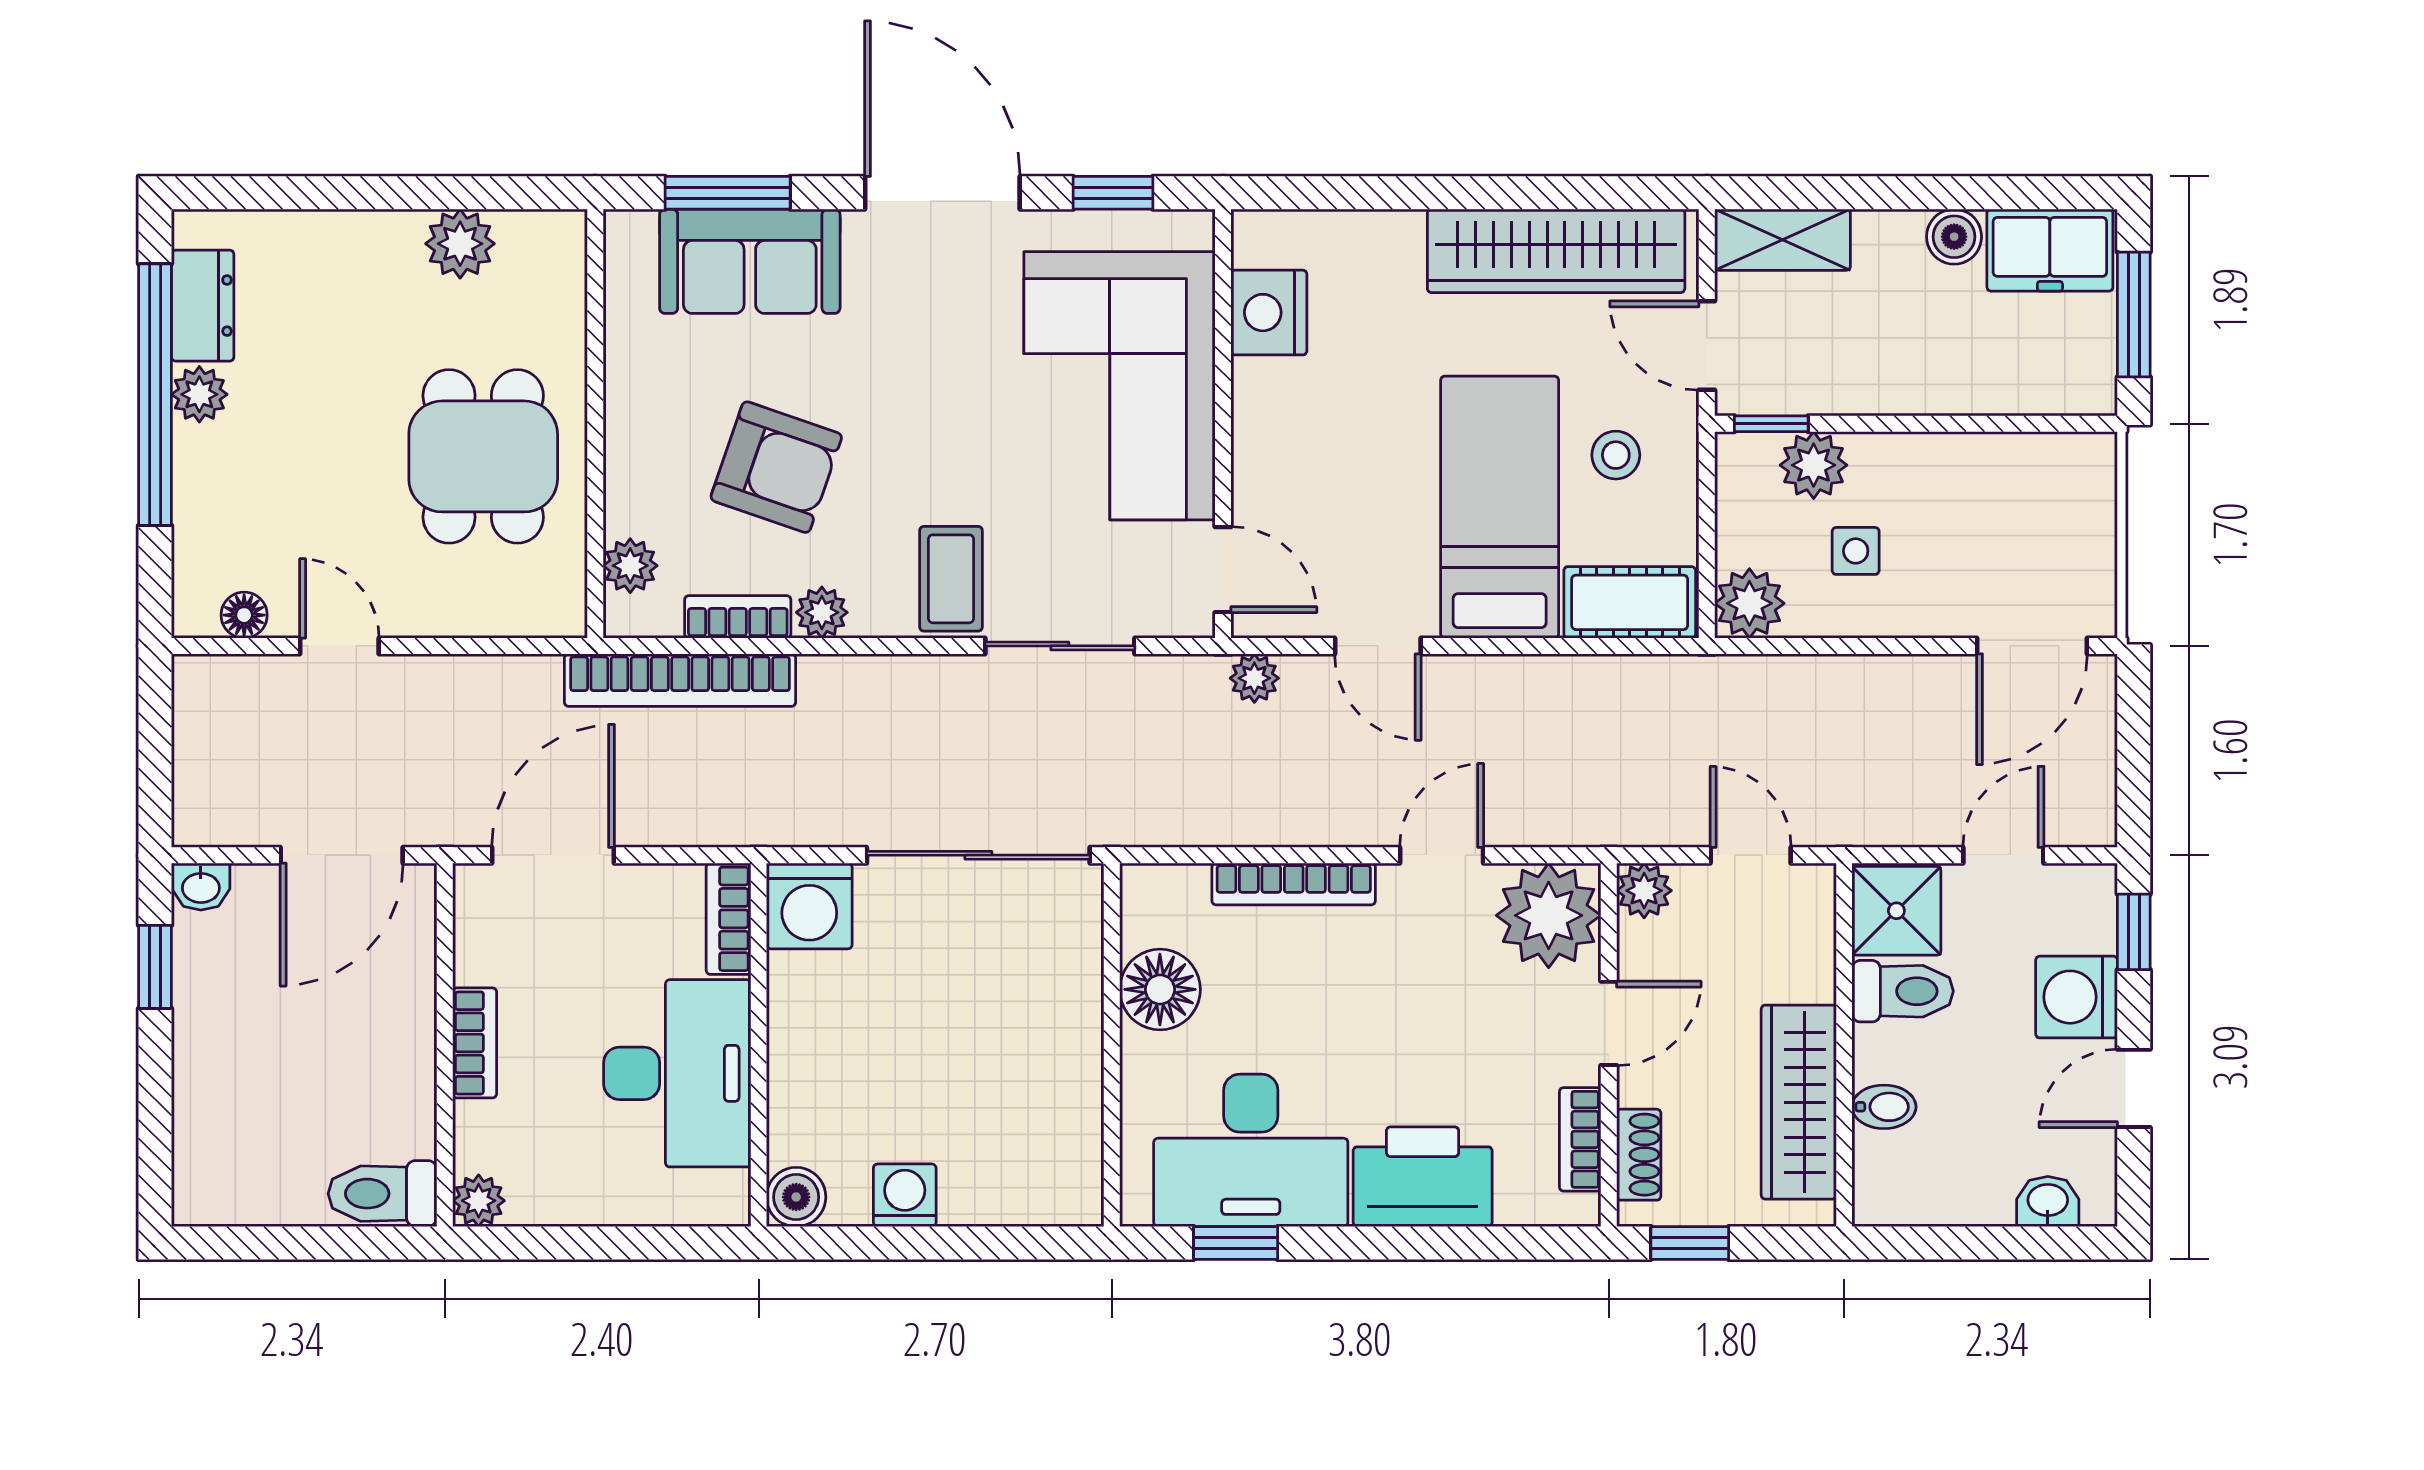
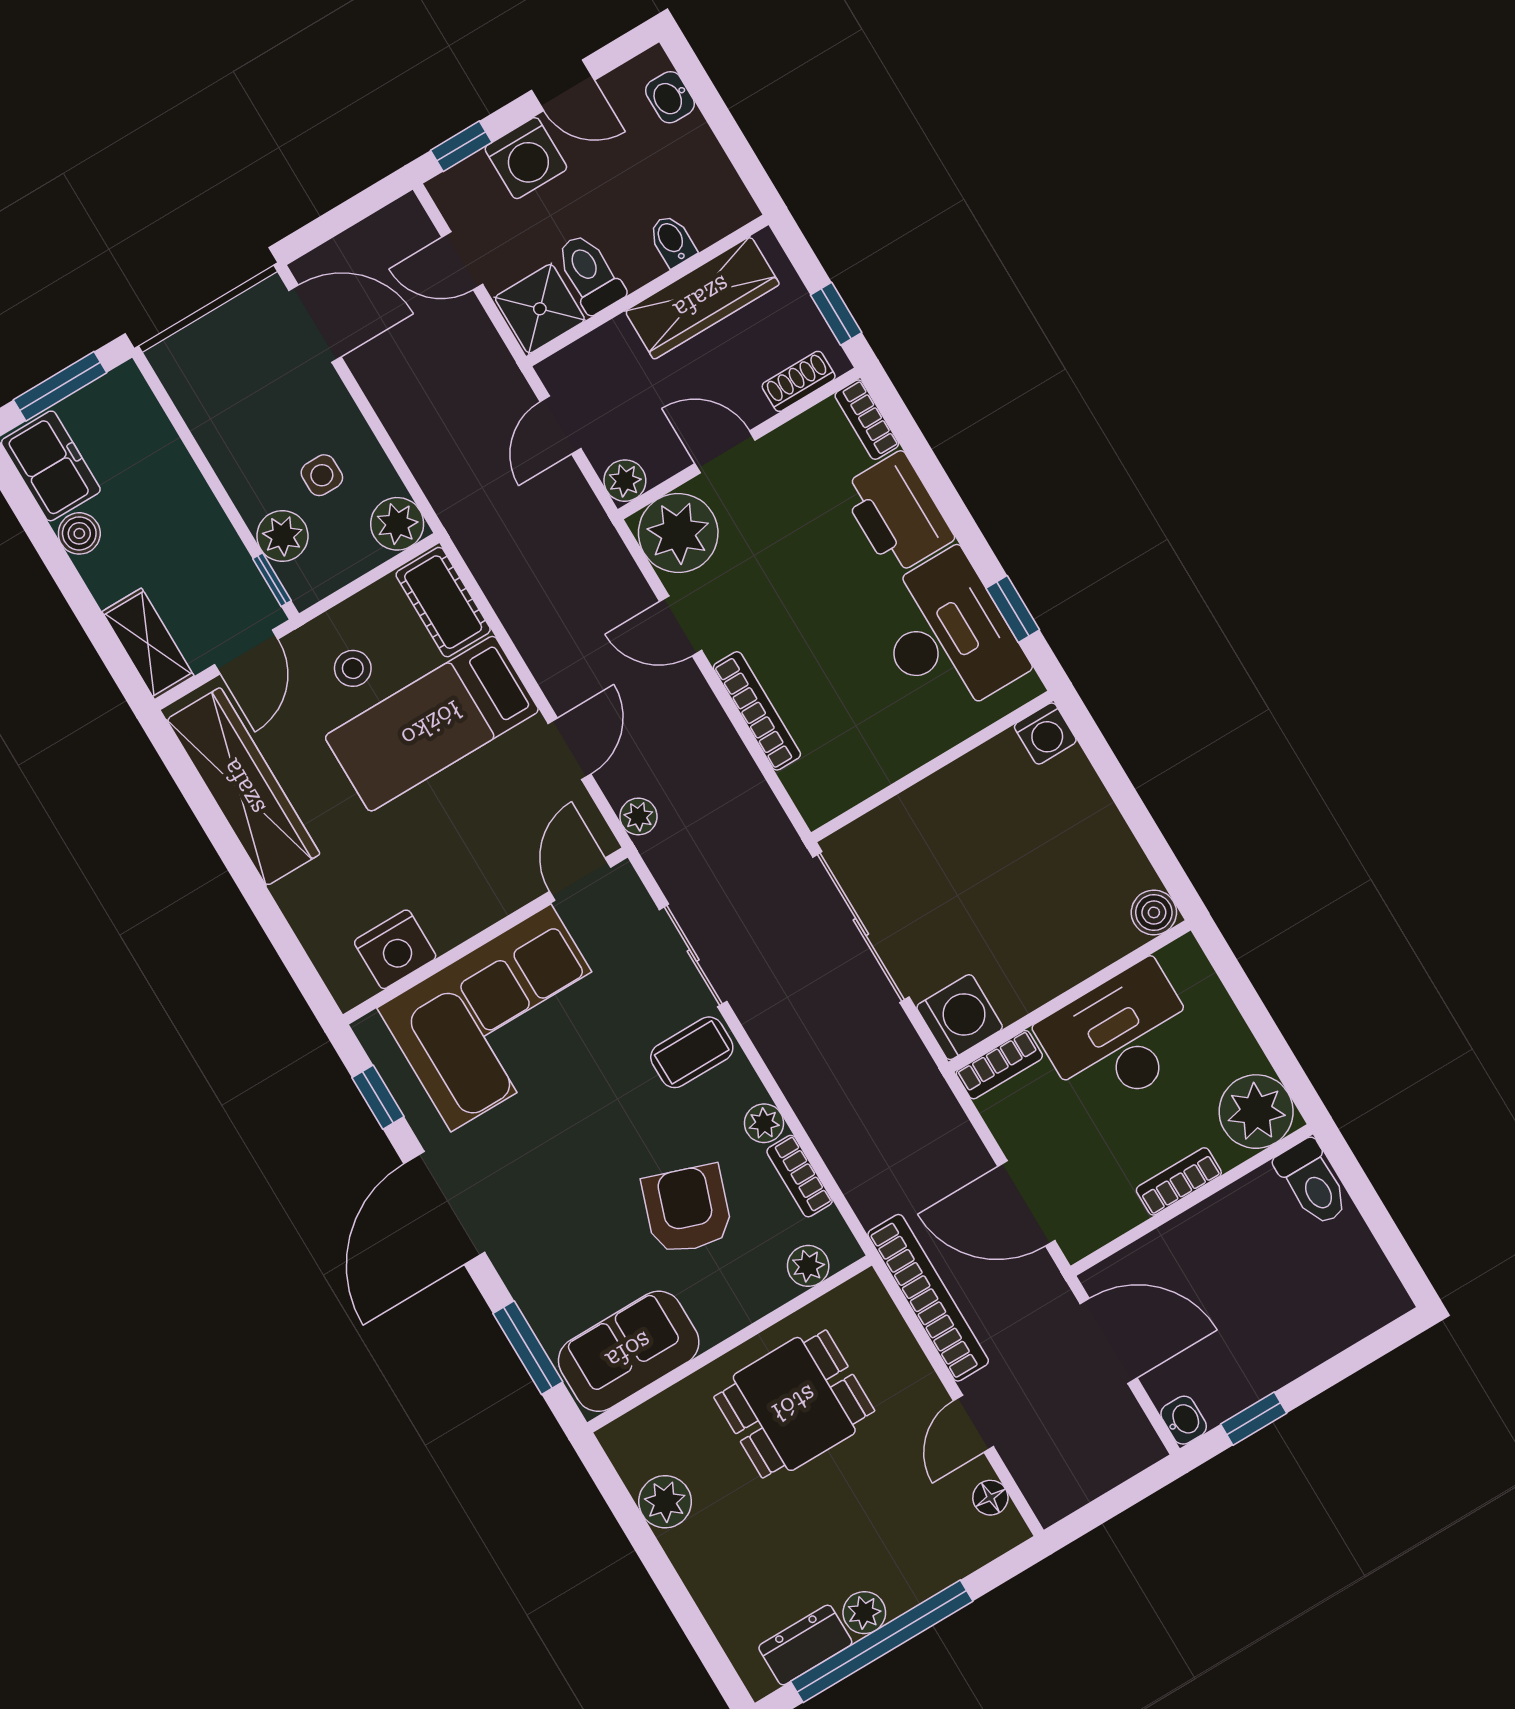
sofa: (750, 261) -> (629, 1351), moved, turned -90
bookcase: (680, 680) -> (928, 1298), moved
floor lamp: (1160, 989) -> (877, 757), removed
bookcase: (1580, 1139) -> (867, 420), moved, turned 90
washing machine: (905, 1195) -> (1045, 733), moved, turned -90
plant: (479, 1201) -> (1256, 1112), width x1.87, depth x1.87

